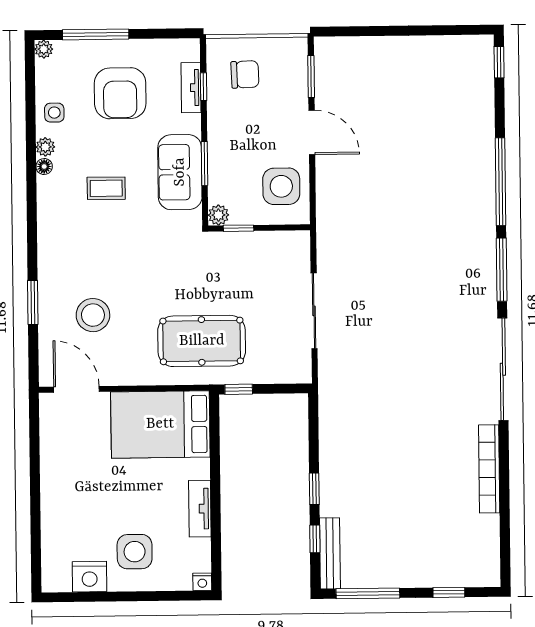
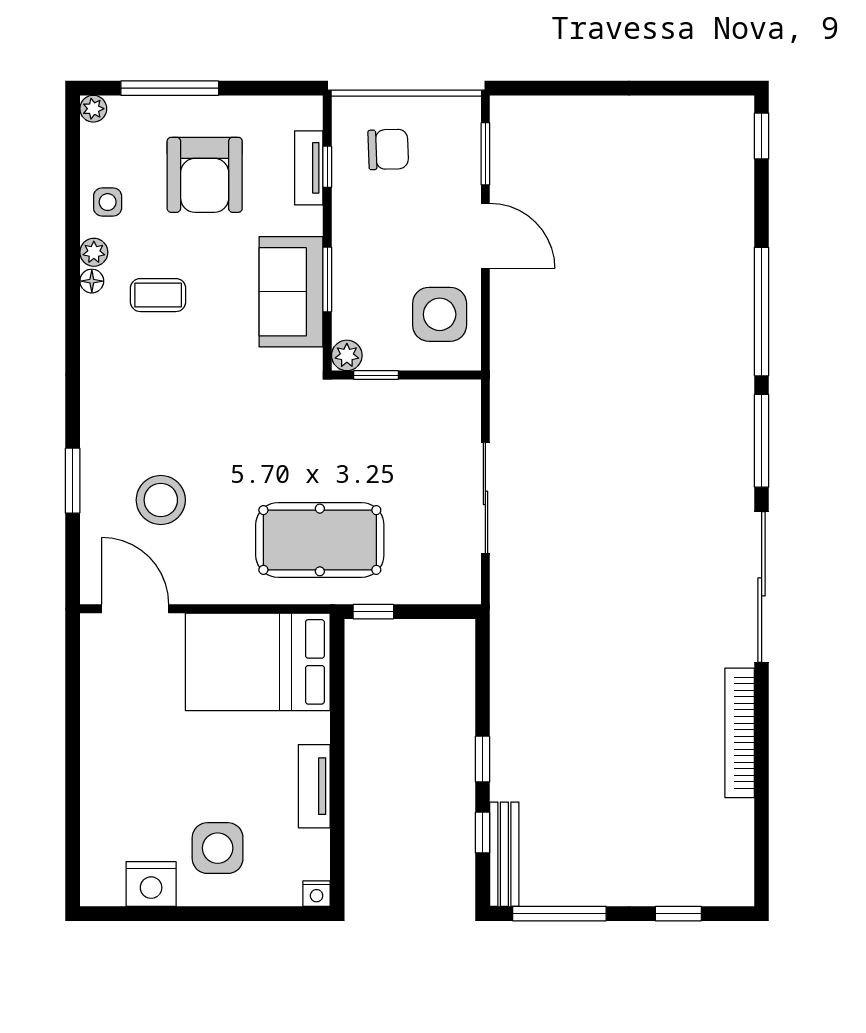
coffee table: (106, 188) -> (158, 295), moved

